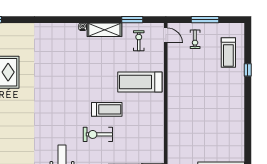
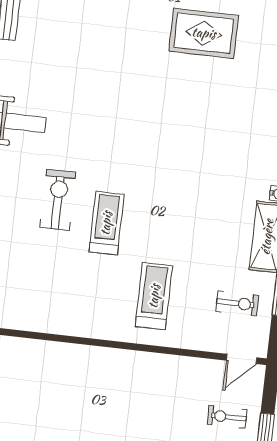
treadmill: (140, 82) -> (154, 296), width x0.73, depth x0.73
treadmill: (107, 109) -> (106, 223), turned 180

